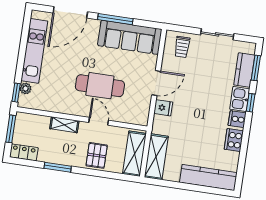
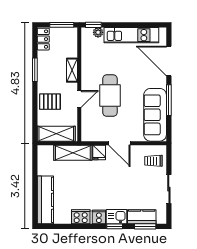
shelving: (156, 157) -> (73, 153), moved

